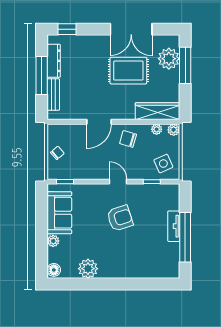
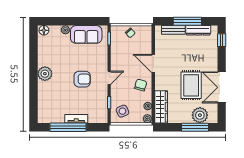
armchair: (120, 218) -> (82, 79), turned -72
plant: (88, 269) -> (45, 74), moved

